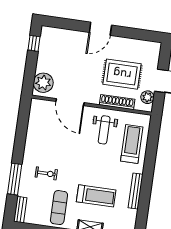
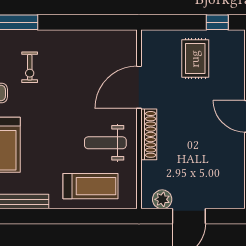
rug: (122, 74) -> (195, 59), moved, width x0.73, depth x0.70
plant: (43, 83) -> (162, 44), removed
shoe rack: (117, 102) -> (149, 134), moved

